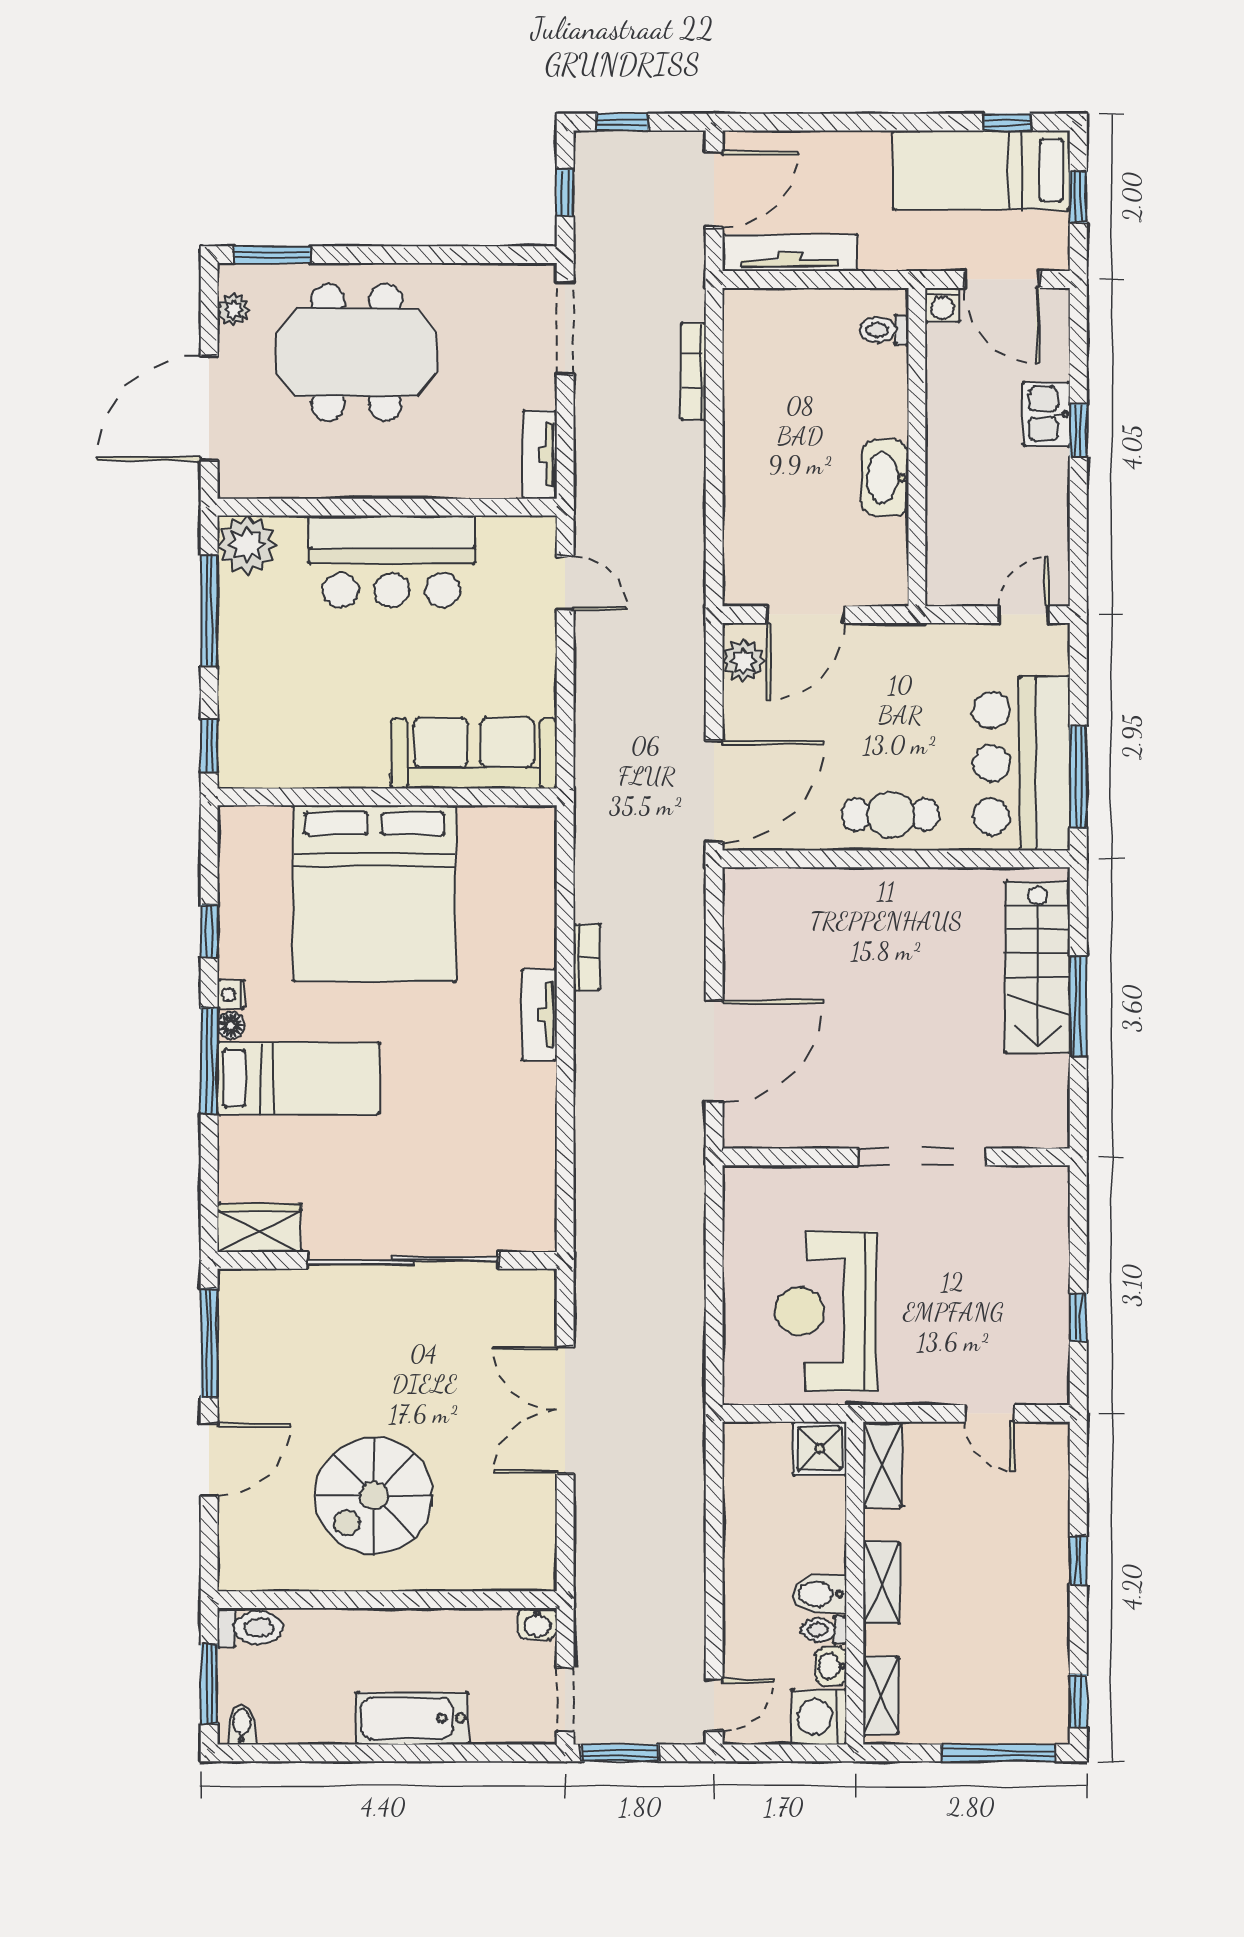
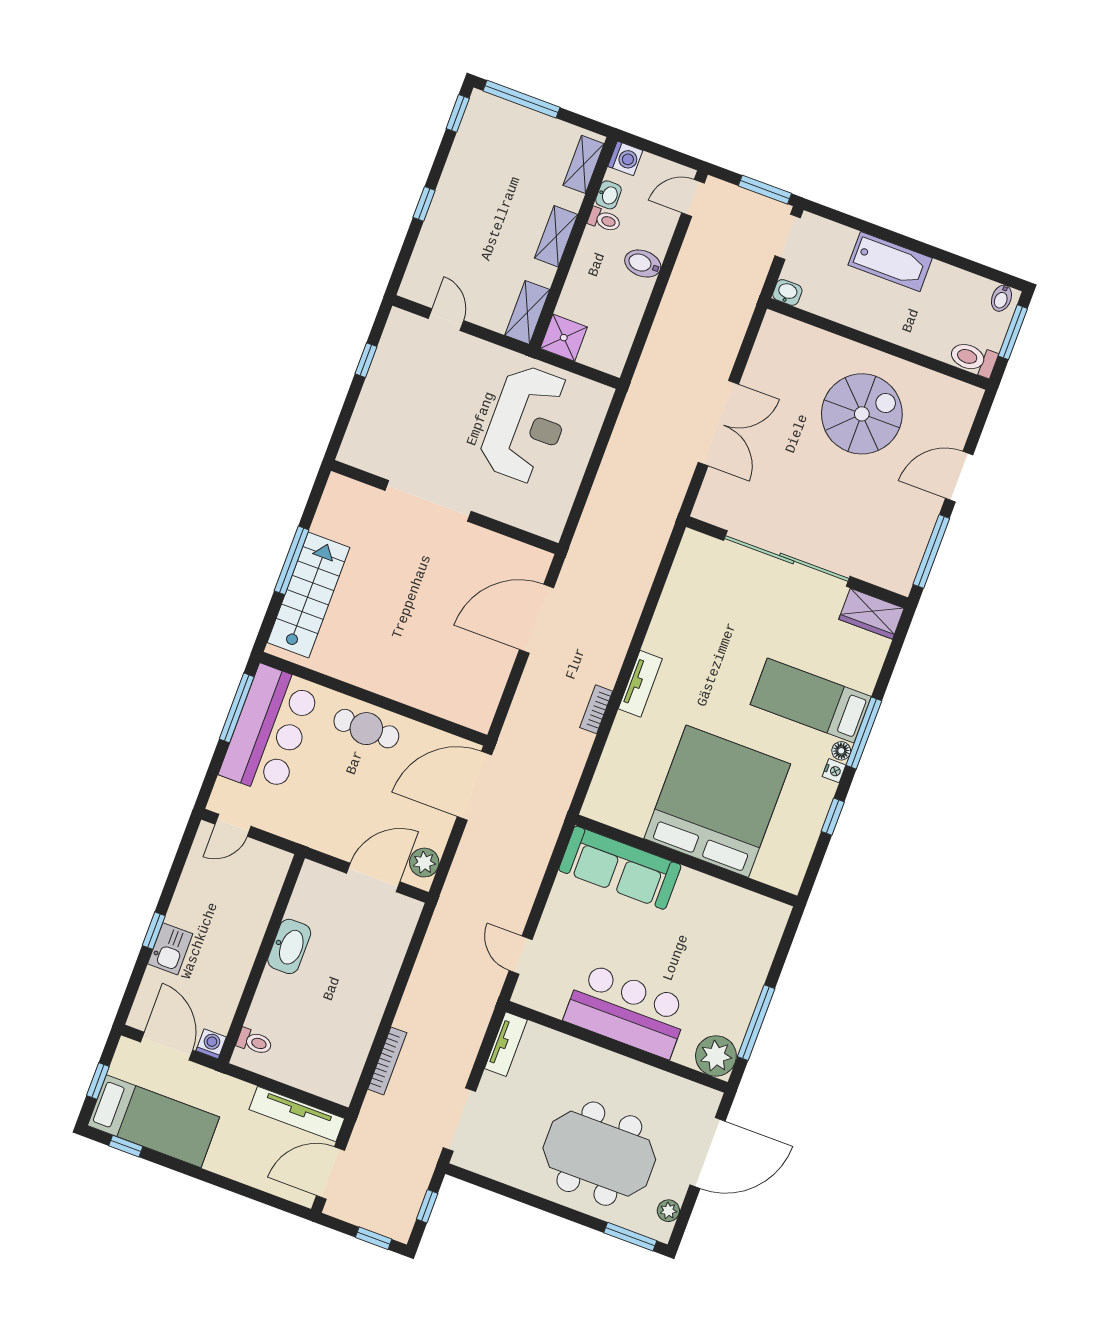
window: (209, 746) -> (788, 936), removed
bidet: (819, 1594) -> (643, 264), moved, turned 180
washing machine: (819, 1717) -> (625, 158), width x0.73, depth x0.73

